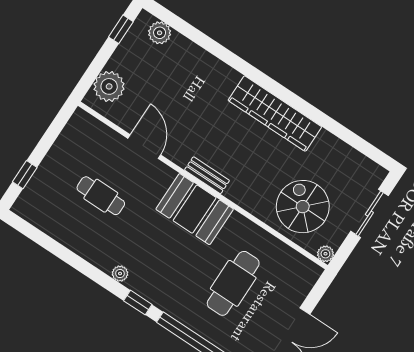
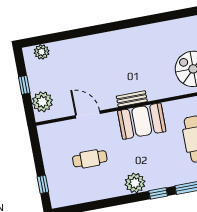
window: (121, 29) -> (24, 85), moved
wardrobe: (275, 114) -> (136, 37), removed
plant: (120, 274) -> (135, 183), width x1.87, depth x1.87

